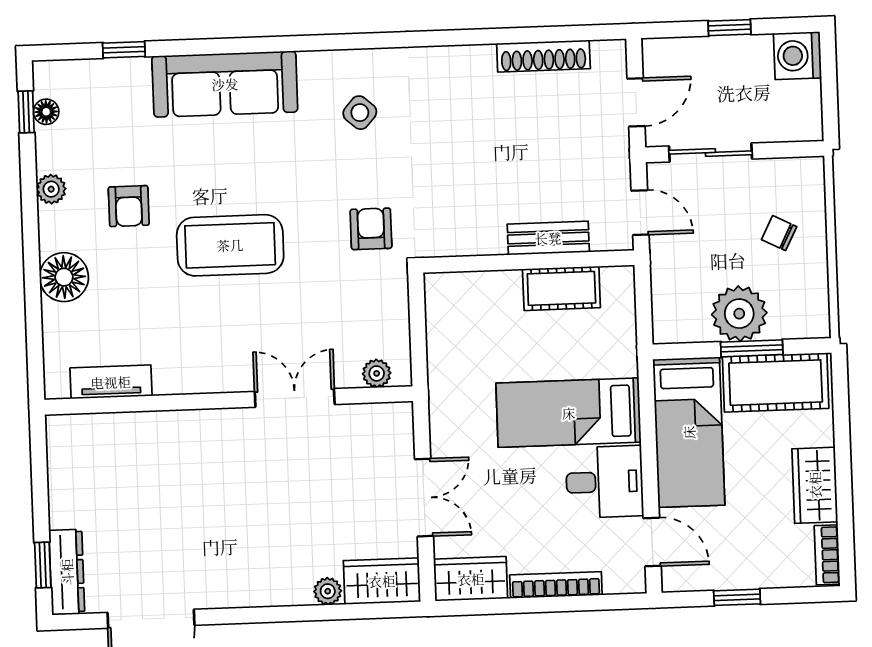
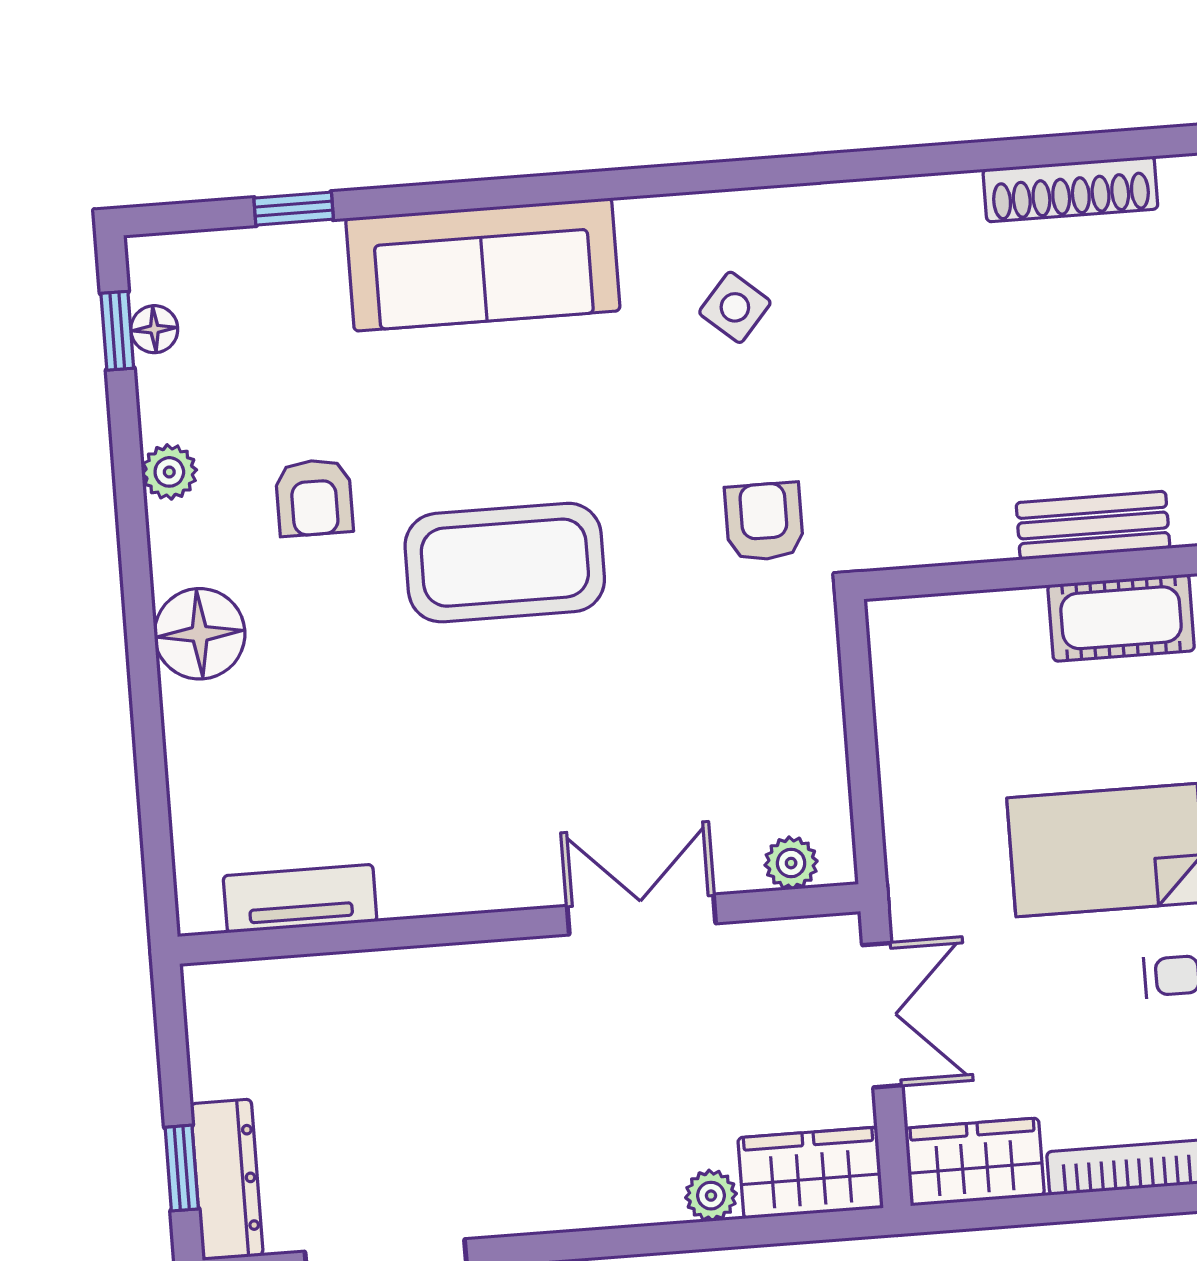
plant: (377, 373) -> (791, 863), moved
tv unit: (111, 382) -> (300, 899), moved
double door: (295, 398) -> (641, 915), moved
wall: (229, 400) -> (519, 924), moved

